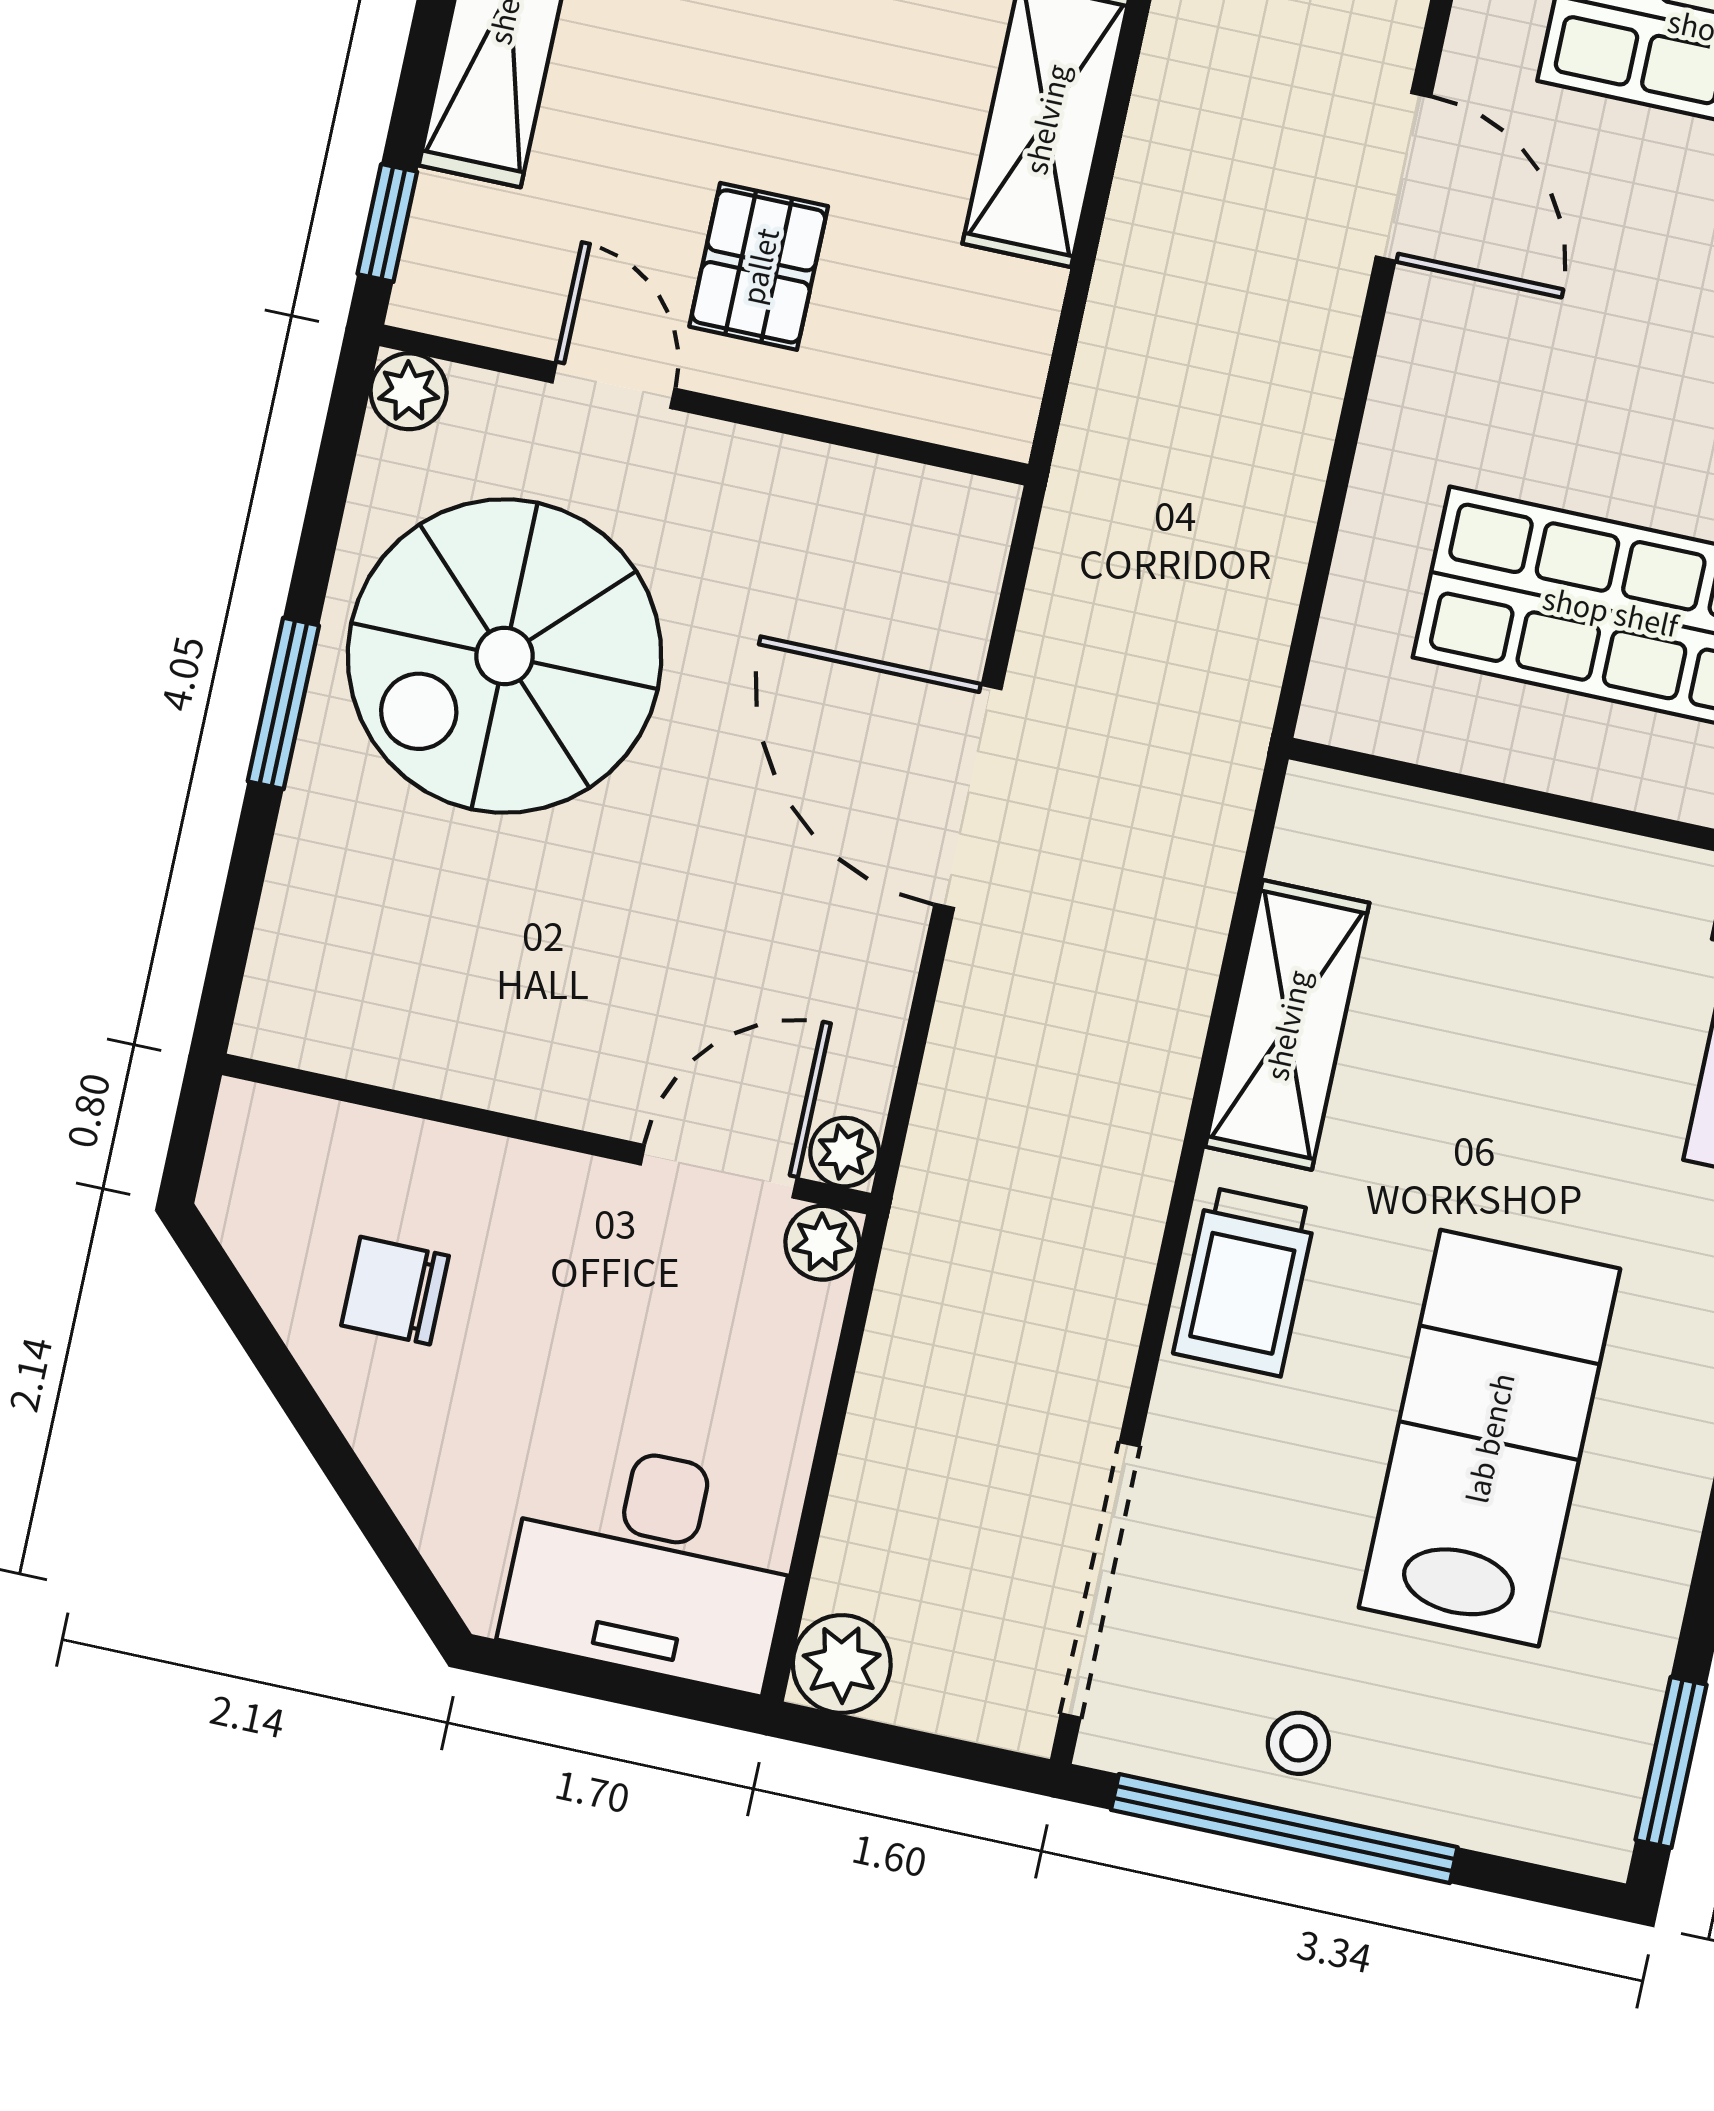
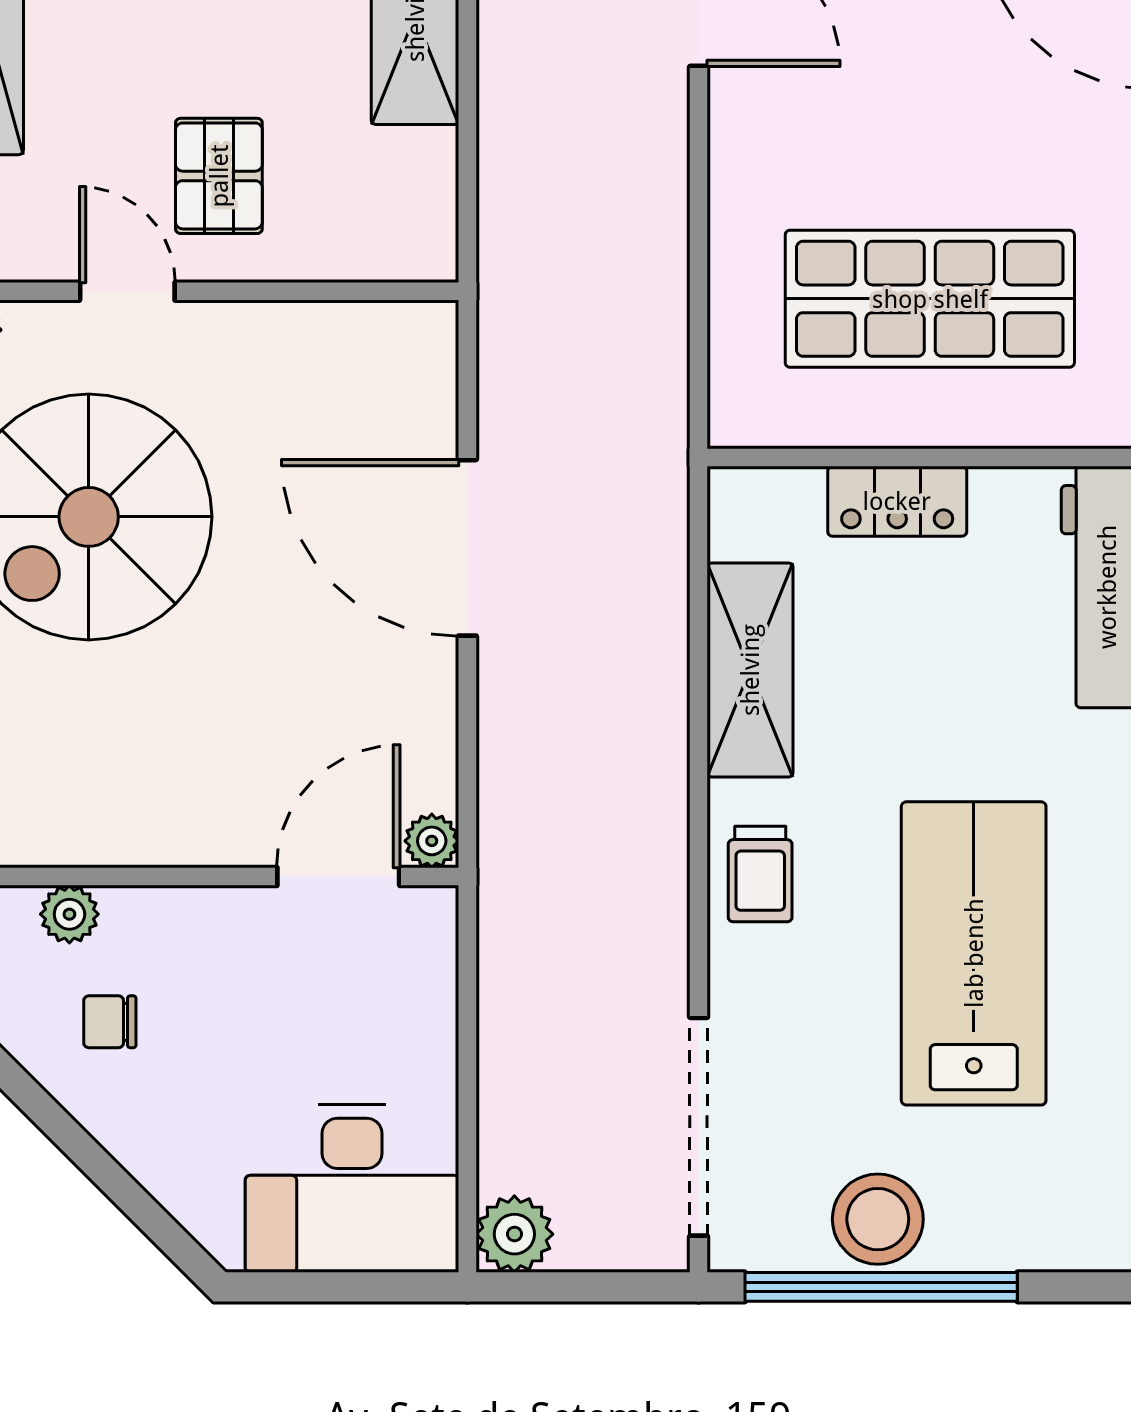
locker: (1516, 854) -> (897, 501), added
plant: (822, 1243) -> (69, 914), moved
trolley: (1245, 1282) -> (760, 874), width x0.73, depth x0.72
chair: (395, 1291) -> (110, 1022), width x0.73, depth x0.73
stool: (1298, 1743) -> (878, 1219), width x1.89, depth x1.89

